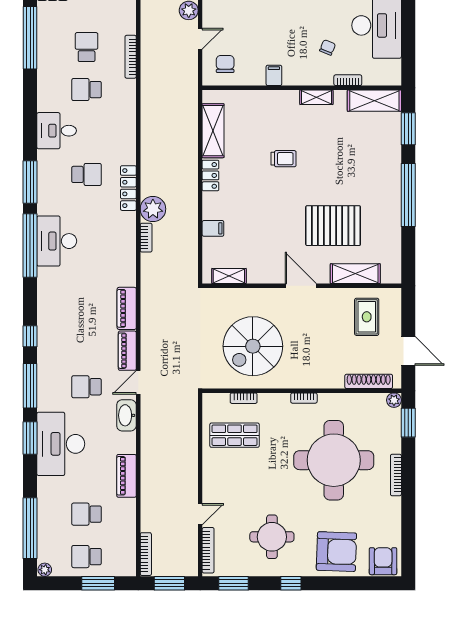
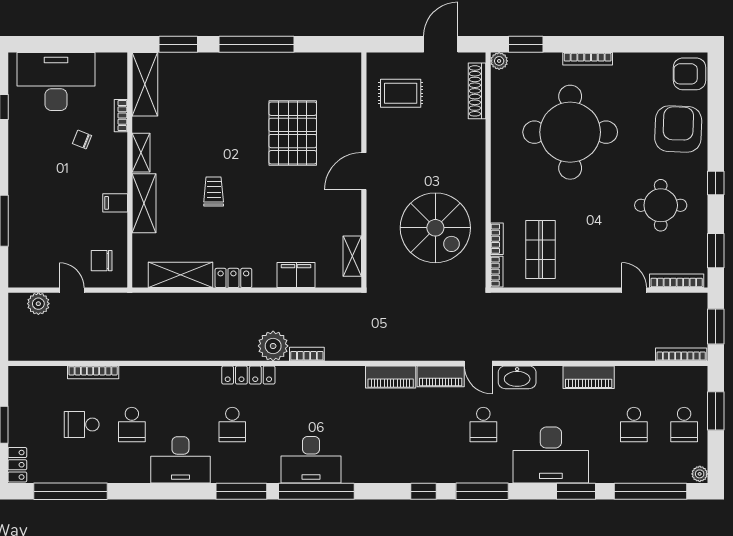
desk: (57, 131) -> (180, 460), width x1.37
school desk: (87, 174) -> (232, 425), turned 180
filing cabinet: (213, 228) -> (296, 275), width x2.00
shelving: (355, 274) -> (144, 203), moved
bookcase: (304, 398) -> (497, 272), moved
window: (30, 438) -> (576, 491), moved

